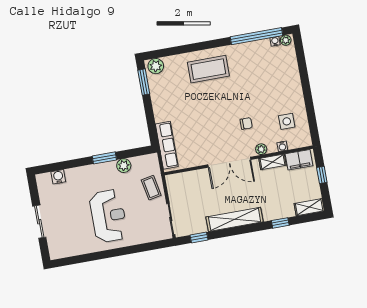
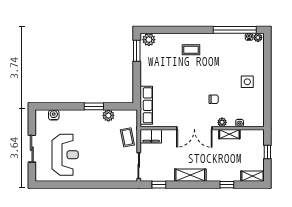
coffee table: (208, 69) -> (191, 50), width x0.54, depth x0.58
side table: (287, 121) -> (247, 82), moved
filing cabinet: (299, 160) -> (151, 136), moved
reception desk: (108, 216) -> (65, 155), moved
shelving: (235, 219) -> (190, 175), width x0.68

